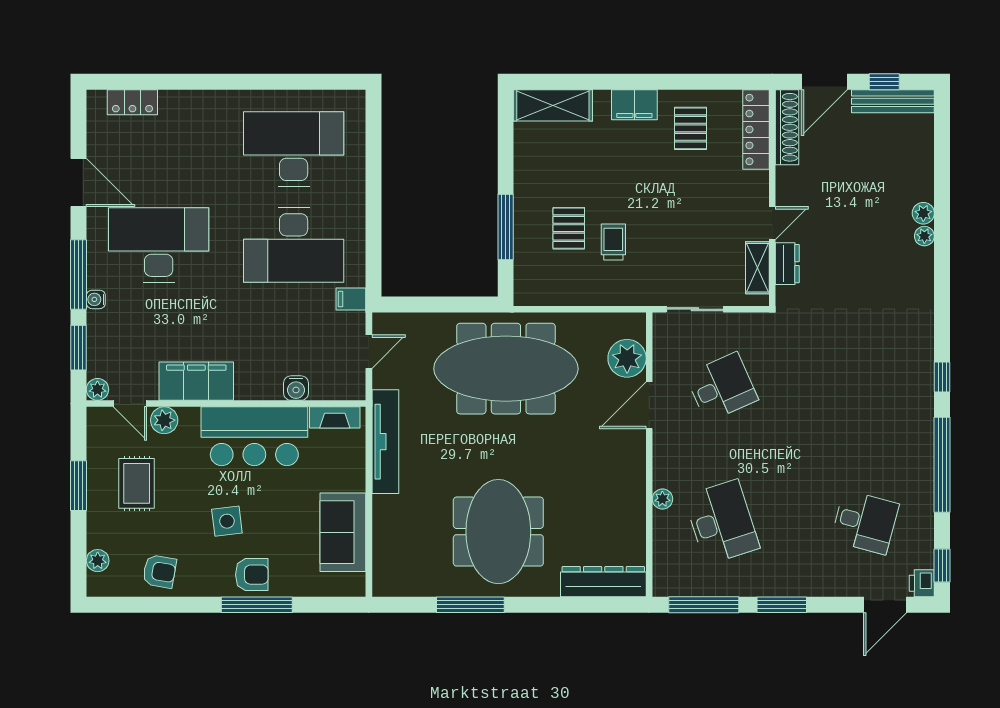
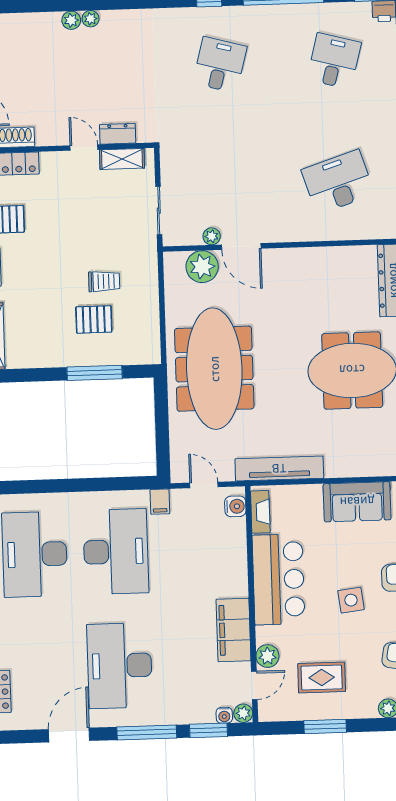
trolley: (613, 242) -> (104, 281), turned 180
water cooler: (96, 299) -> (224, 715), moved
desk: (722, 387) -> (220, 65), moved, turned 39
water cooler: (296, 388) -> (235, 506), moved
plant: (662, 499) -> (212, 236), moved

